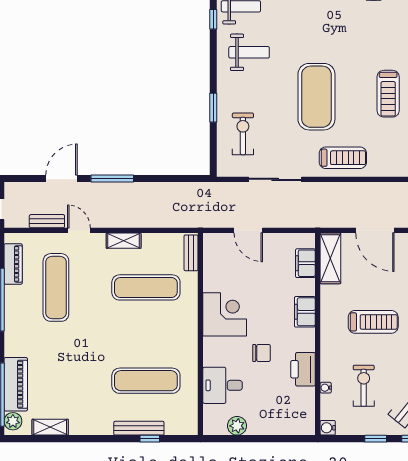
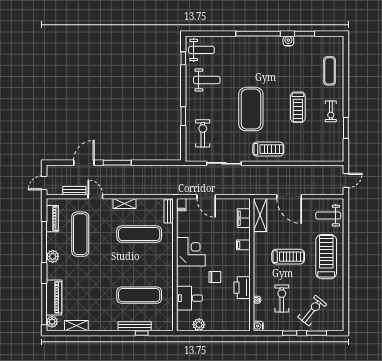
filing cabinet: (210, 243) -> (181, 205), added
filing cabinet: (305, 312) -> (243, 245), width x0.50
plant: (14, 322) -> (53, 256), added

